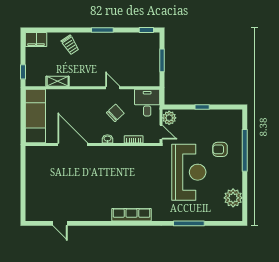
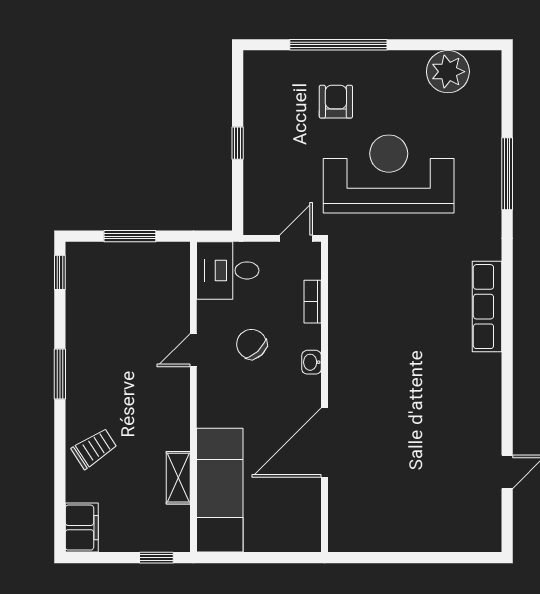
exam couch: (35, 116) -> (220, 490), moved, turned 90
plant: (169, 118) -> (263, 219), removed
armchair: (220, 149) -> (336, 102), turned 180

